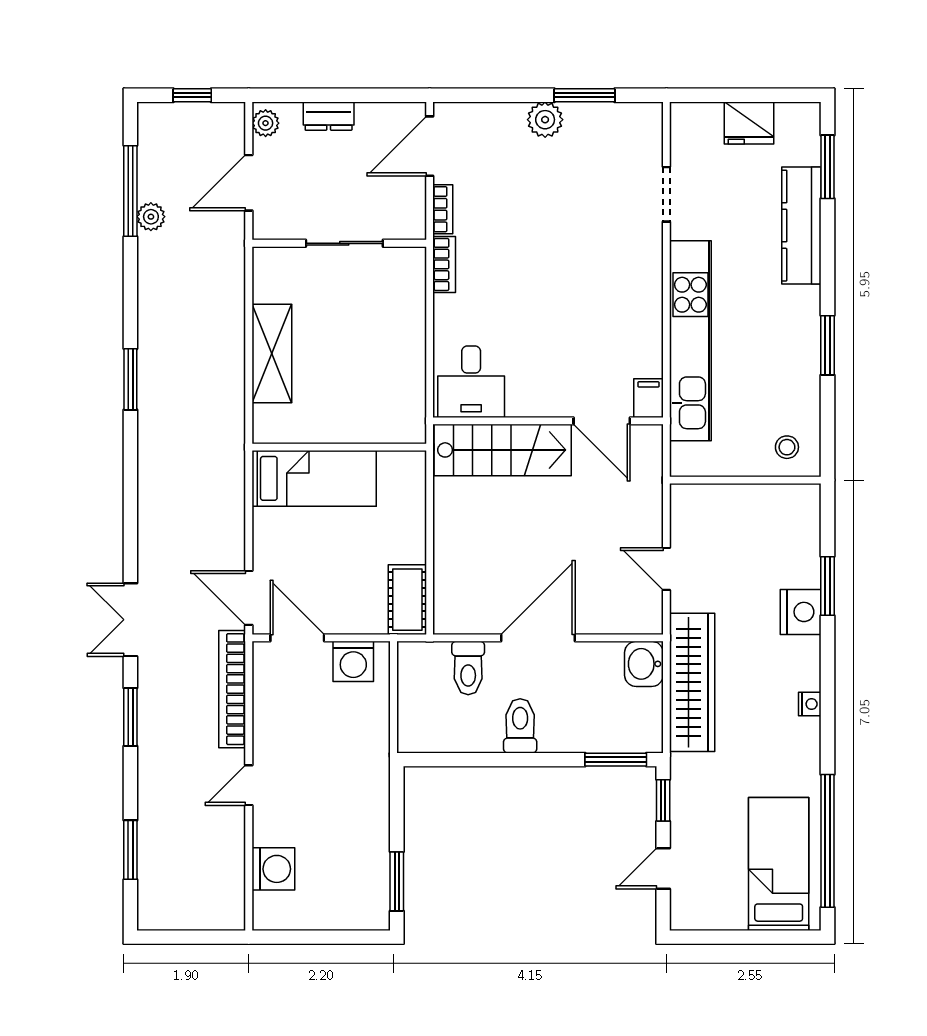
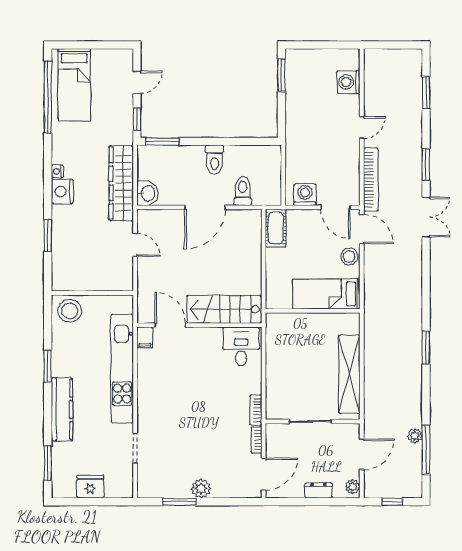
kitchen counter: (801, 226) -> (62, 409), moved
shelving: (272, 353) -> (349, 374), width x1.47
stool: (787, 447) -> (70, 311), width x1.89, depth x1.89
stool: (272, 547) -> (349, 256), added
nightstand: (801, 612) -> (62, 192), moved

